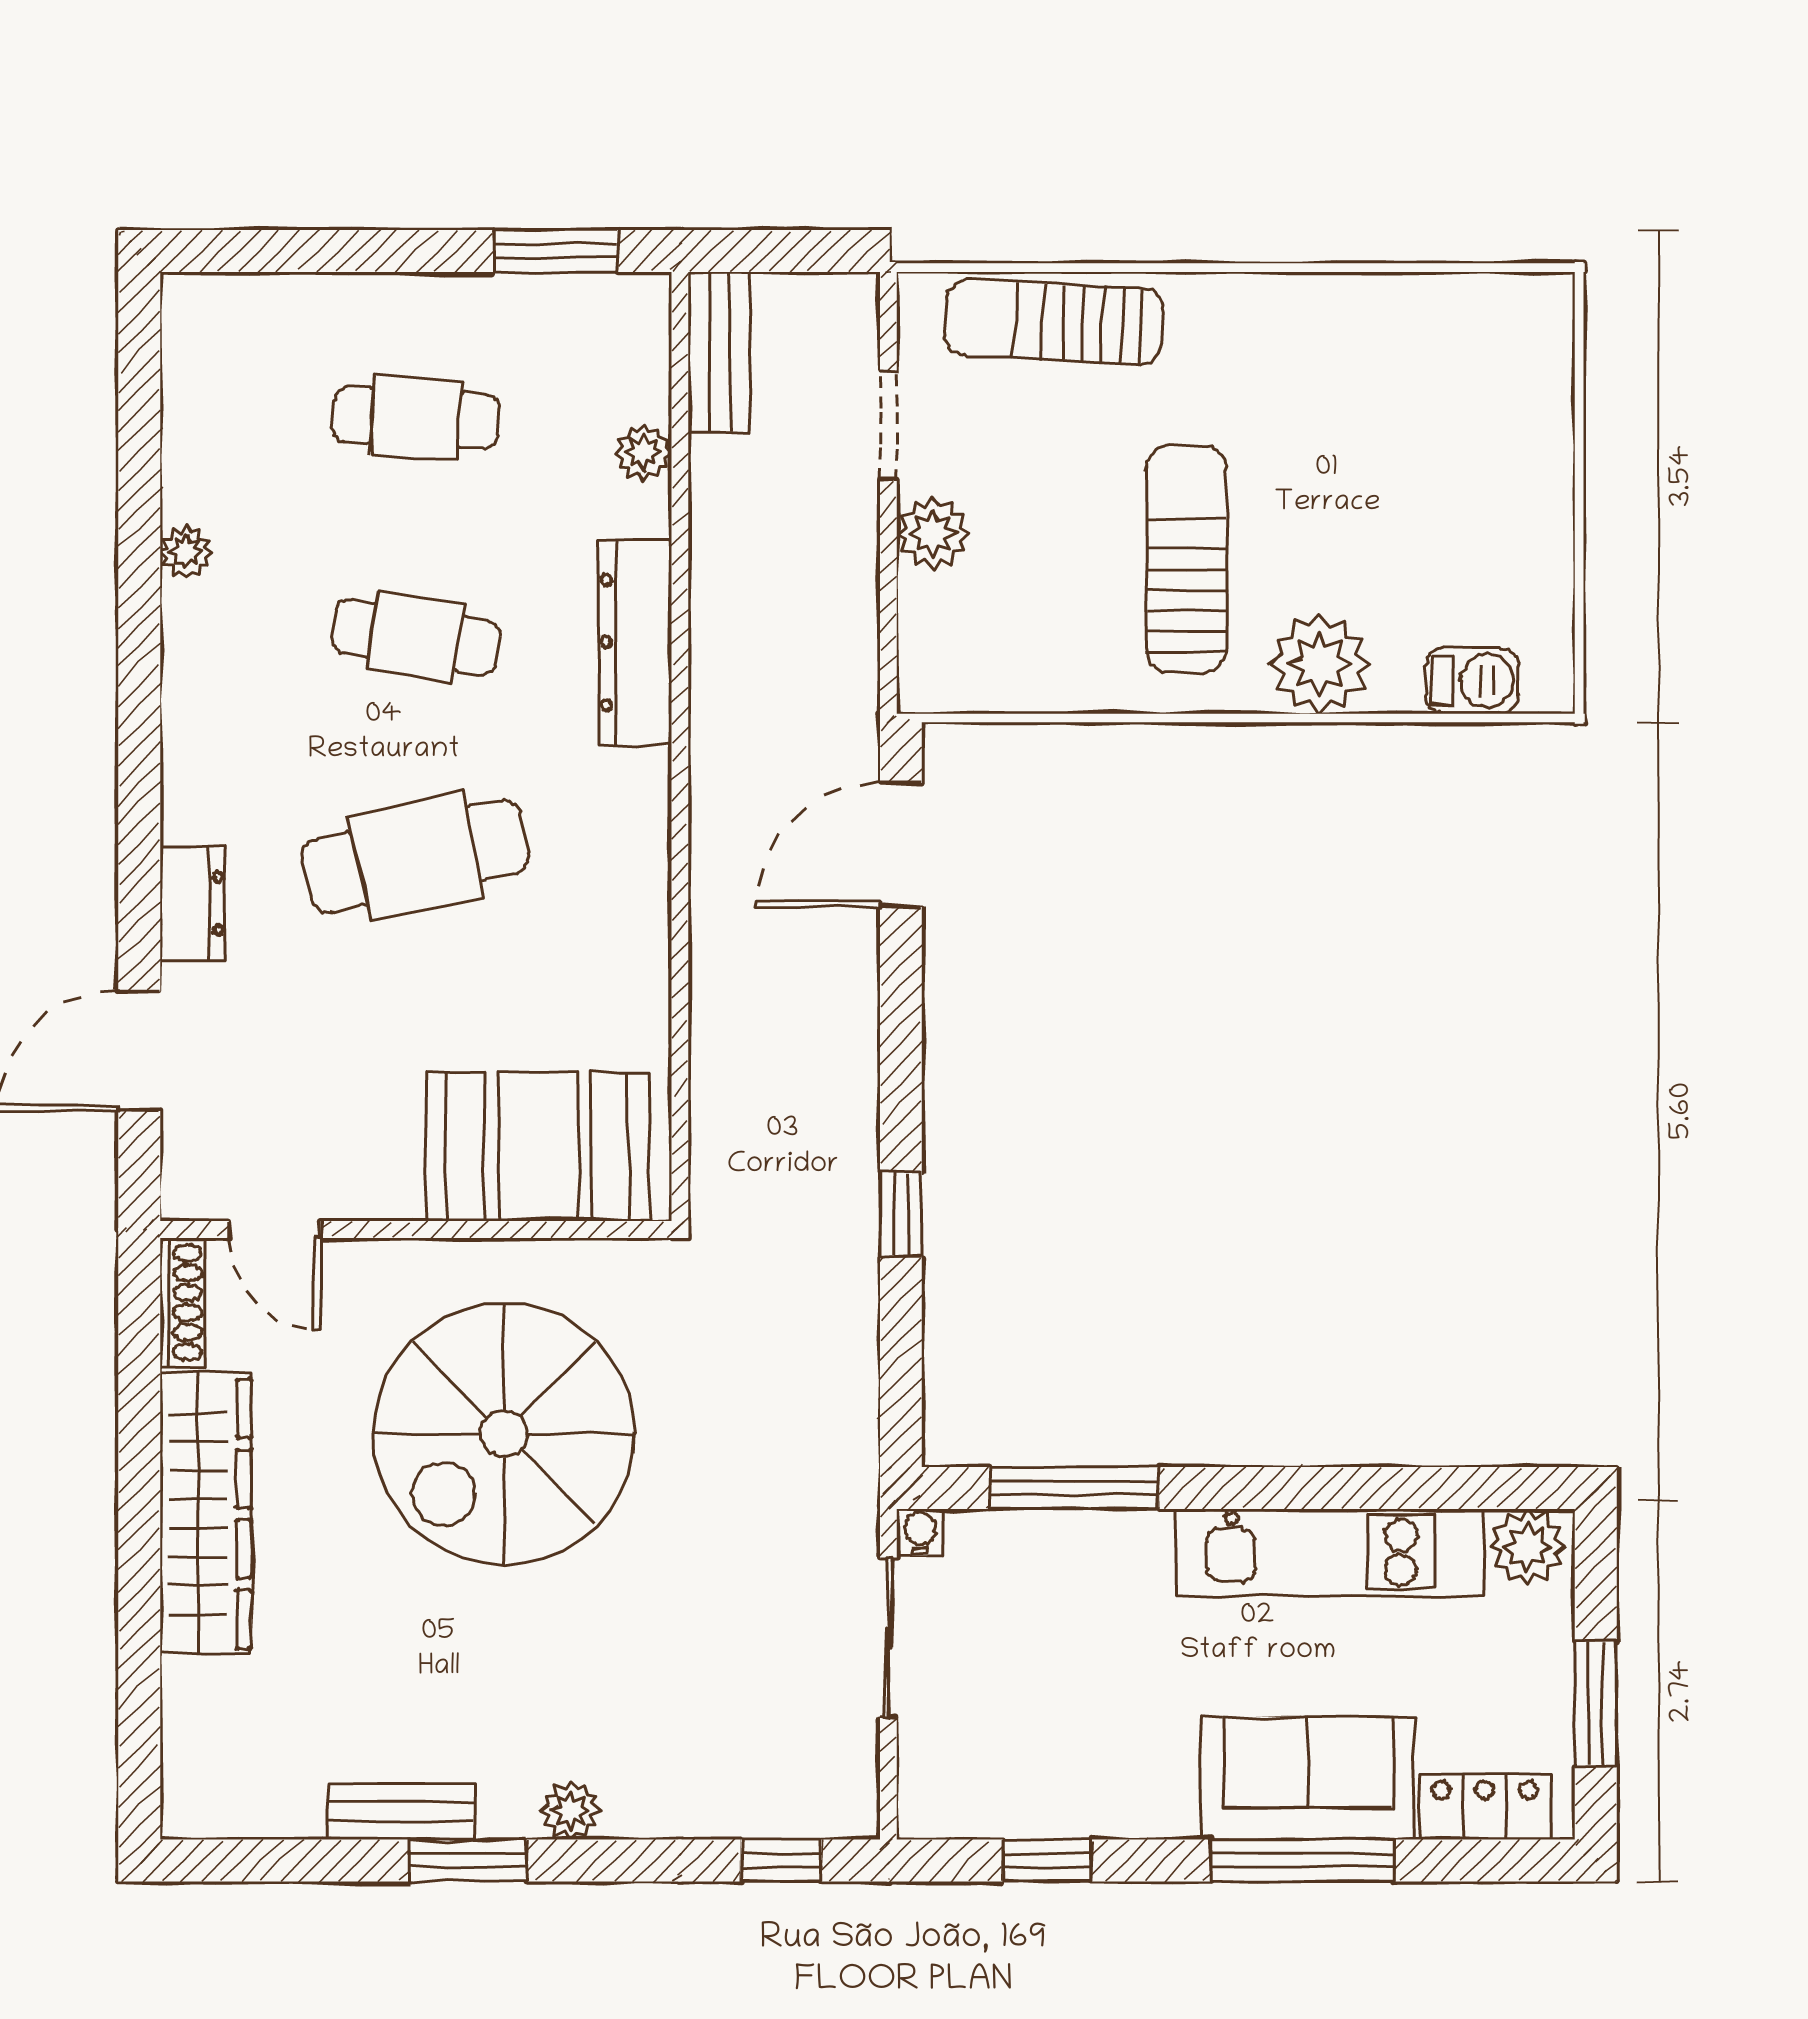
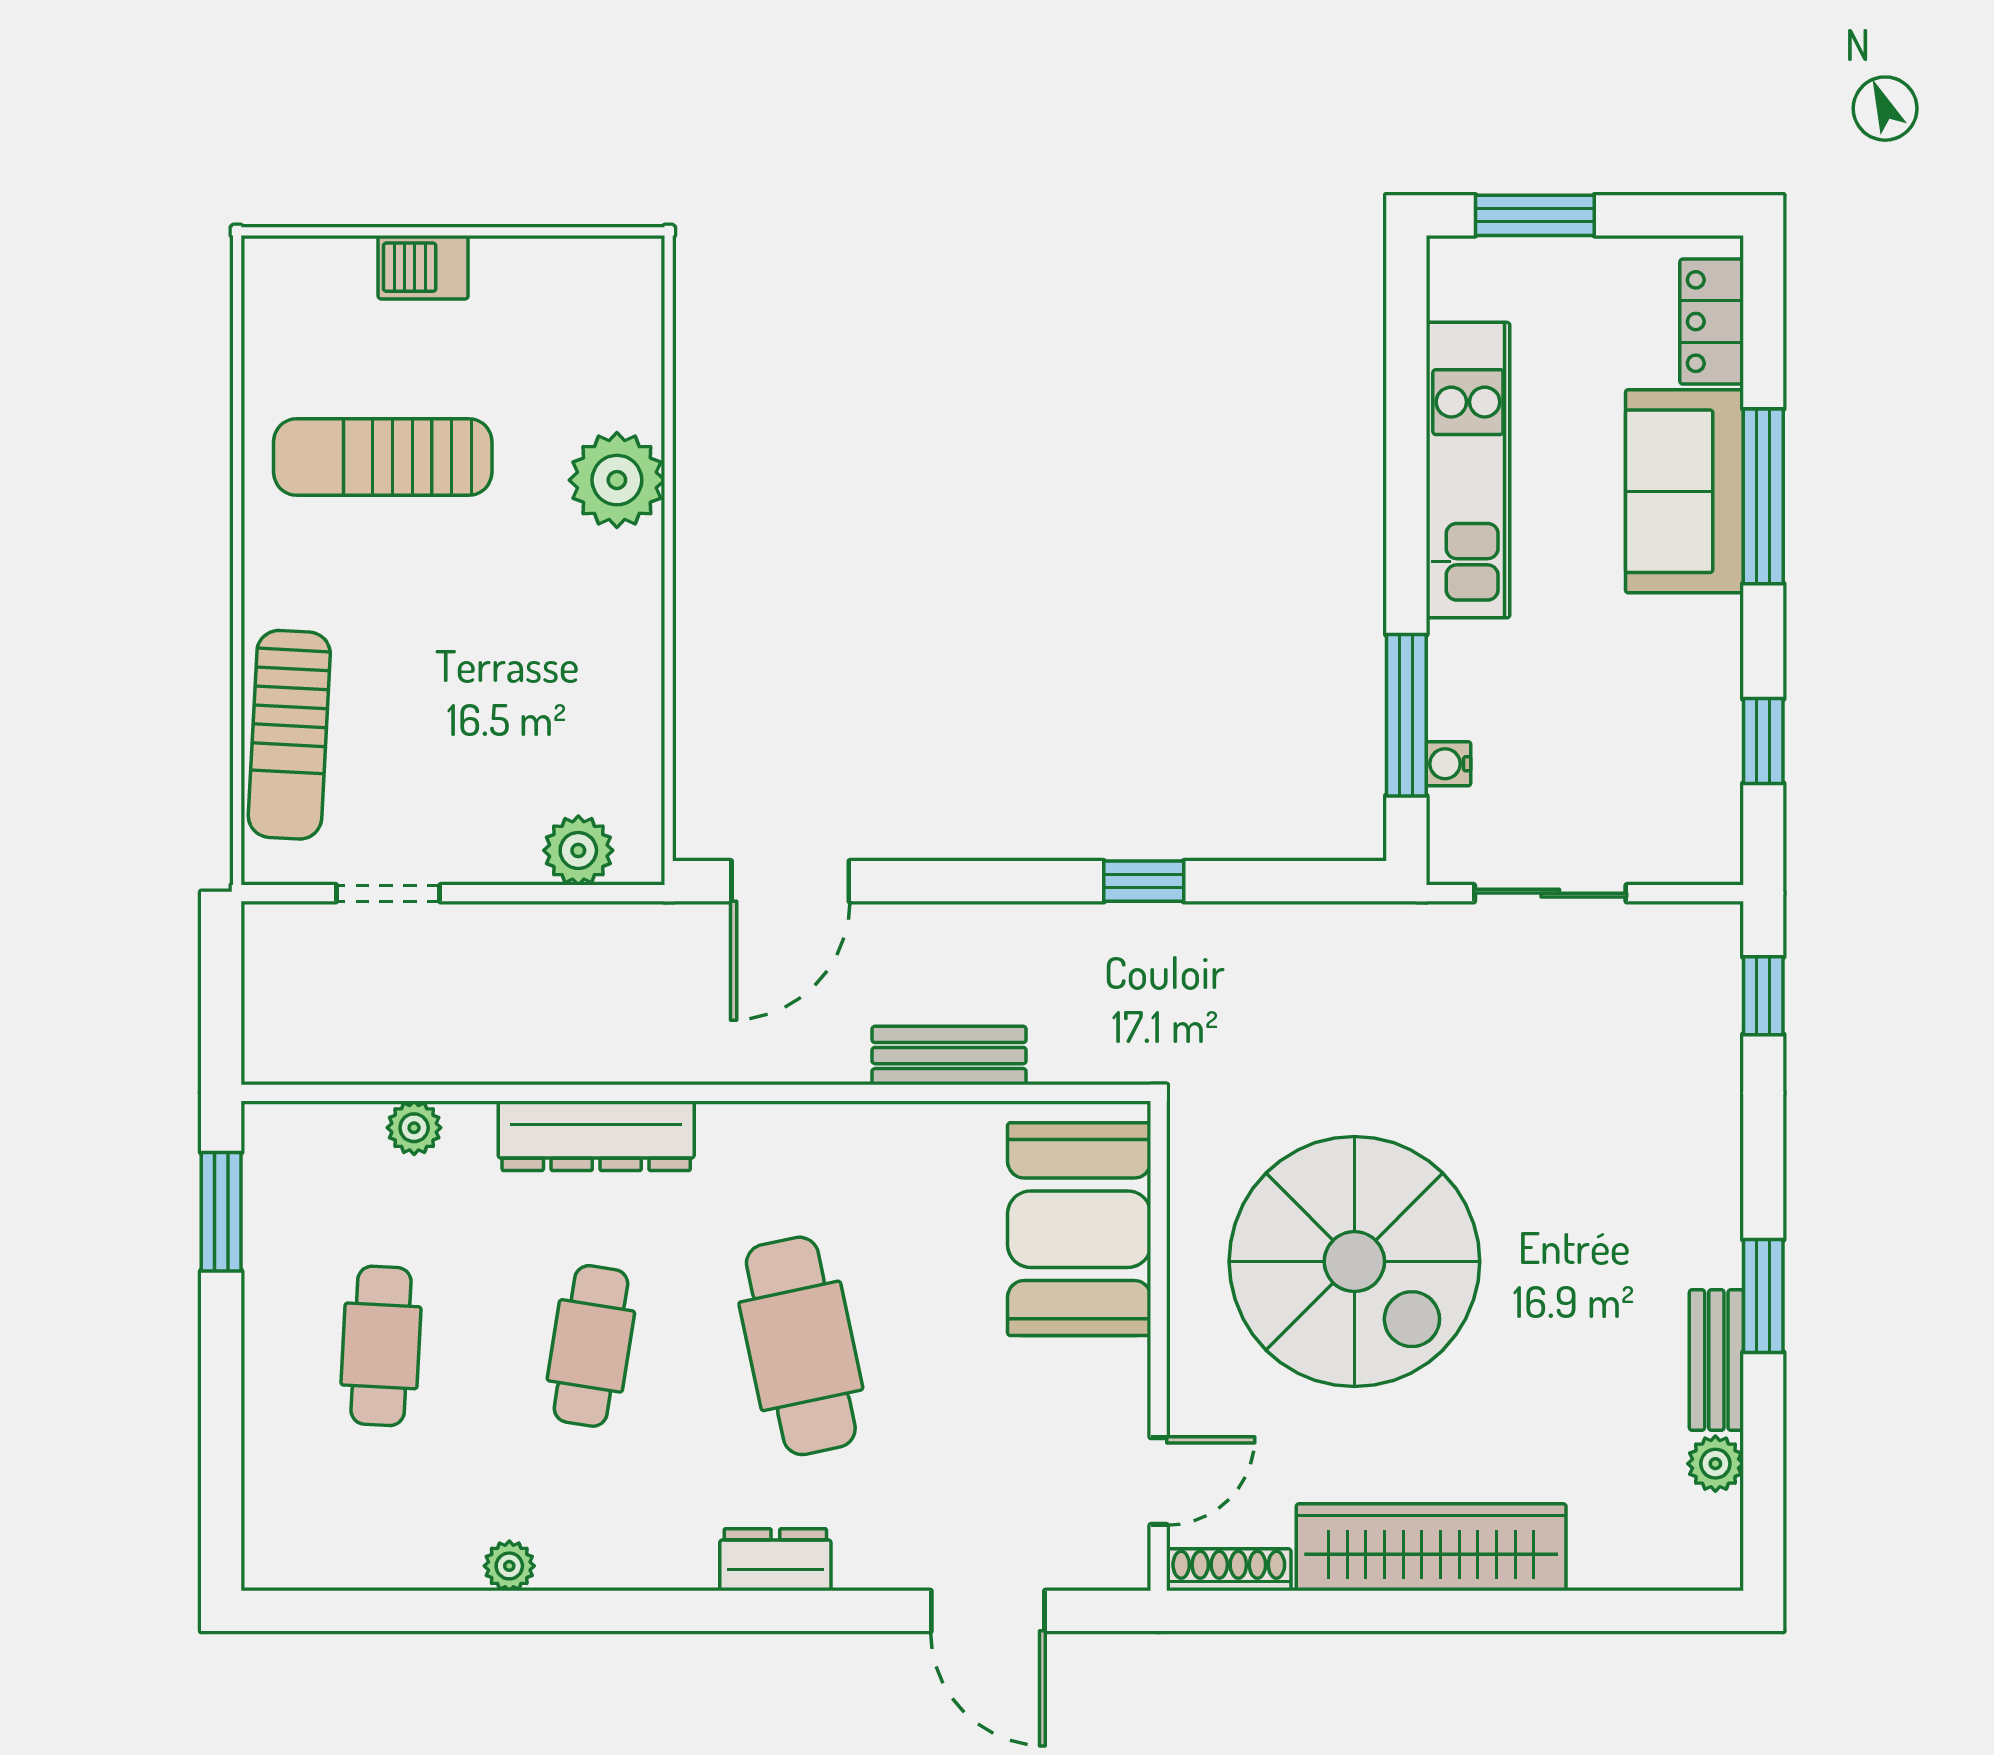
bench: (719, 352) -> (949, 1056), moved
plant: (933, 533) -> (578, 850), moved
sun lounger: (1186, 559) -> (383, 457), moved
barbecue: (1472, 681) -> (423, 267), moved, turned -90
door: (901, 845) -> (790, 881), hinge flipped
dresser: (193, 904) -> (775, 1560), moved
water cooler: (920, 1532) -> (1449, 764), moved
plant: (1527, 1546) -> (1462, 281), removed
window: (1596, 1704) -> (1535, 215), moved
plant: (570, 1811) -> (1715, 1464), moved

